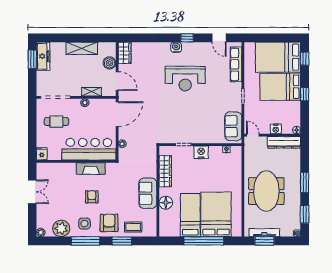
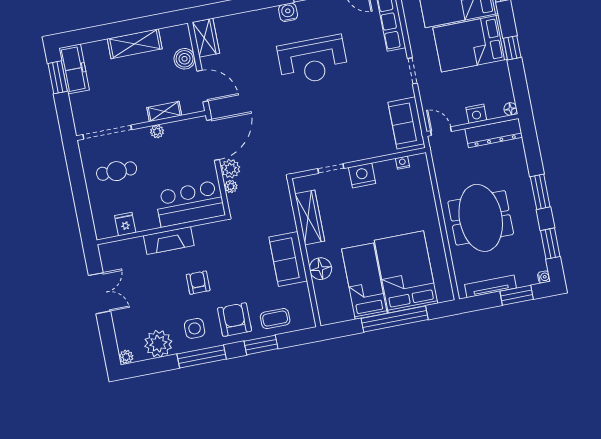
plant: (124, 133) -> (230, 169), added
bar counter: (89, 149) -> (190, 204), width x0.73
fridge: (42, 154) -> (125, 224), moved
fireplace: (91, 169) -> (169, 241), moved
window: (264, 241) -> (517, 295), moved

